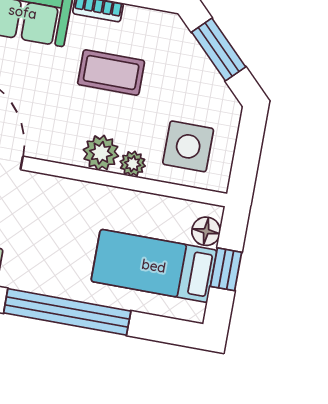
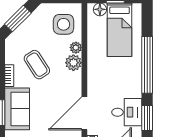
coffee table: (111, 73) -> (37, 65), turned -33

